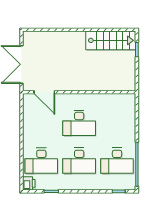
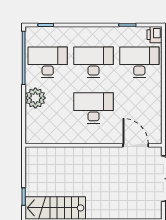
plant: (127, 131) -> (35, 98), added

